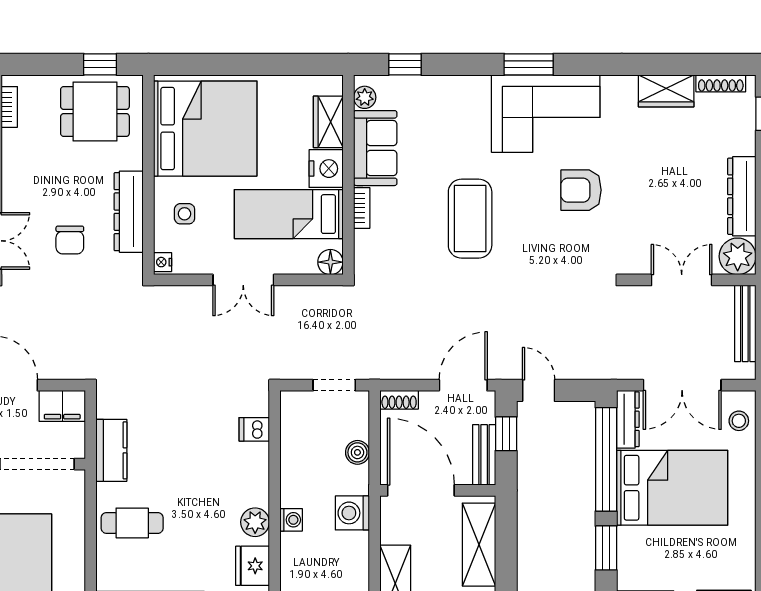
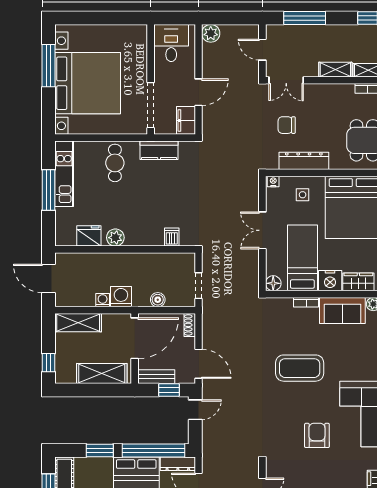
washing machine: (291, 520) -> (103, 300), moved, turned 180

